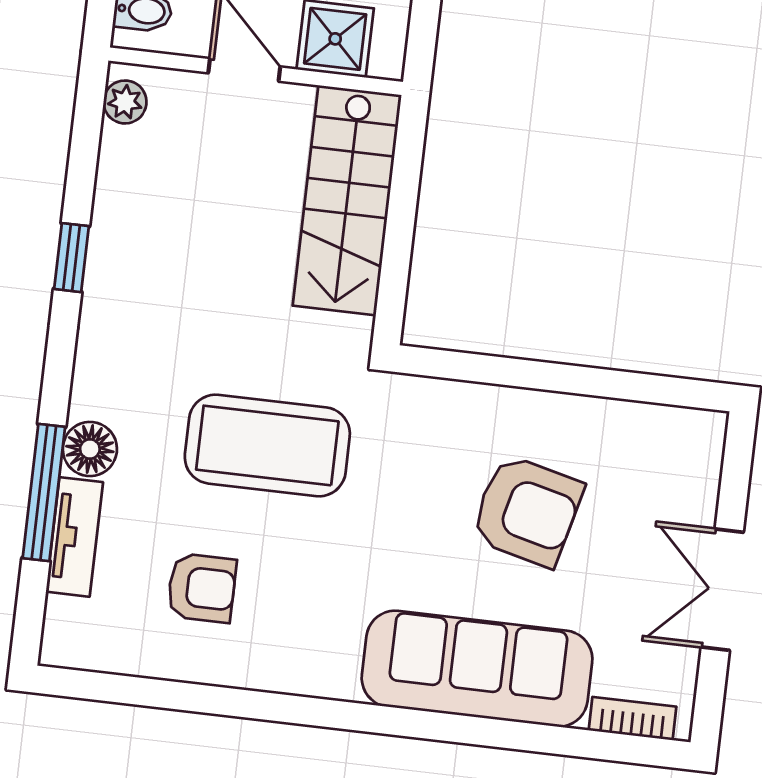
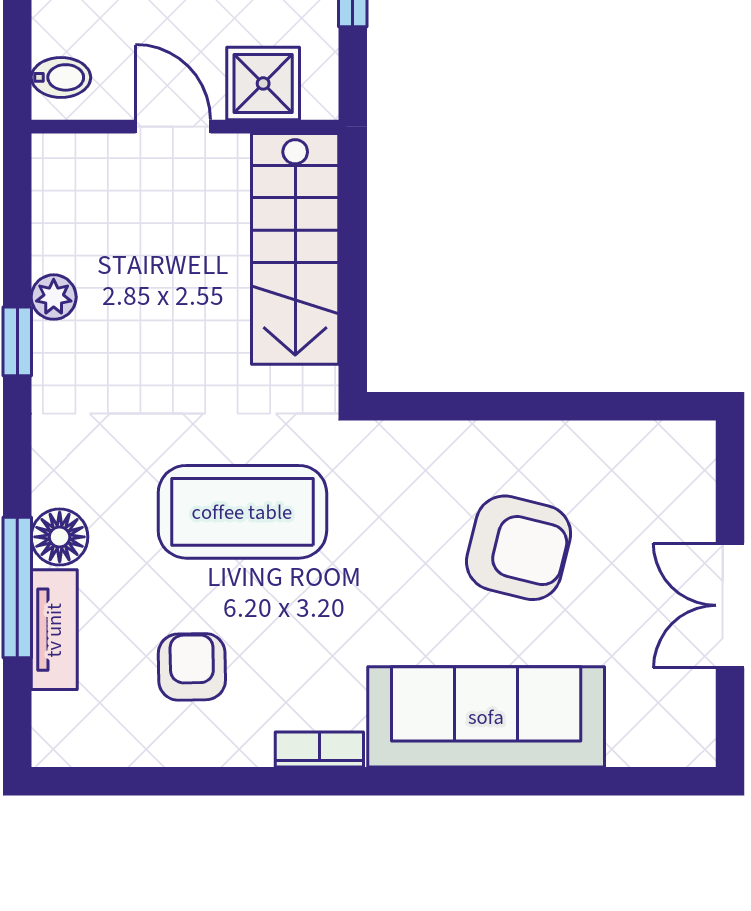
plant: (125, 102) -> (54, 297), moved
armchair: (202, 588) -> (192, 667), turned -91
bookcase: (633, 719) -> (319, 750), moved

